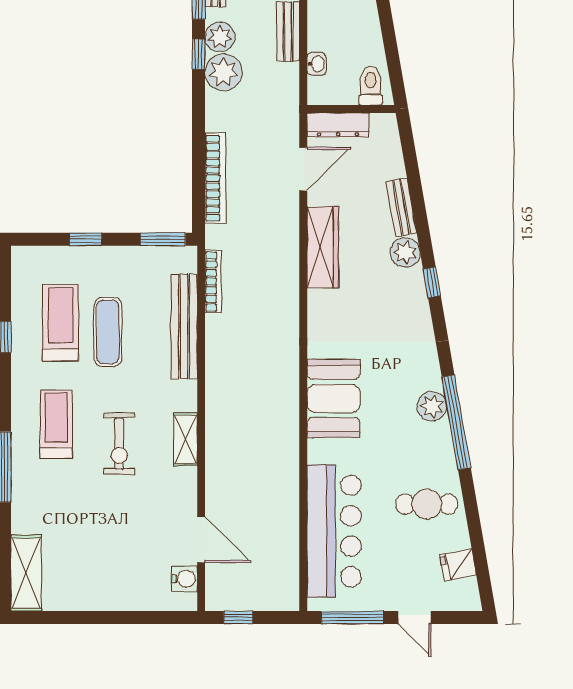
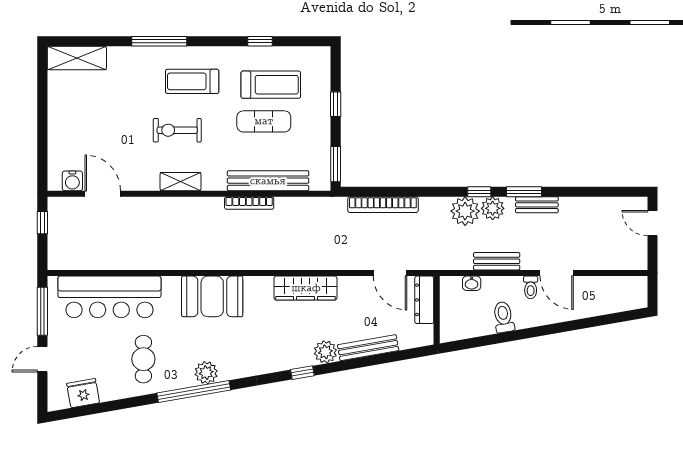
toilet: (371, 86) -> (504, 317), moved, turned -100
bench: (401, 207) -> (368, 348), width x1.36
wardrobe: (323, 247) -> (306, 288), moved
bookcase: (213, 282) -> (249, 203), moved
treadmill: (56, 424) -> (192, 81), turned 180
cafe table: (427, 504) -> (143, 359), moved
door: (201, 540) -> (103, 194), swing flipped
fridge: (458, 565) -> (83, 393), width x1.38

